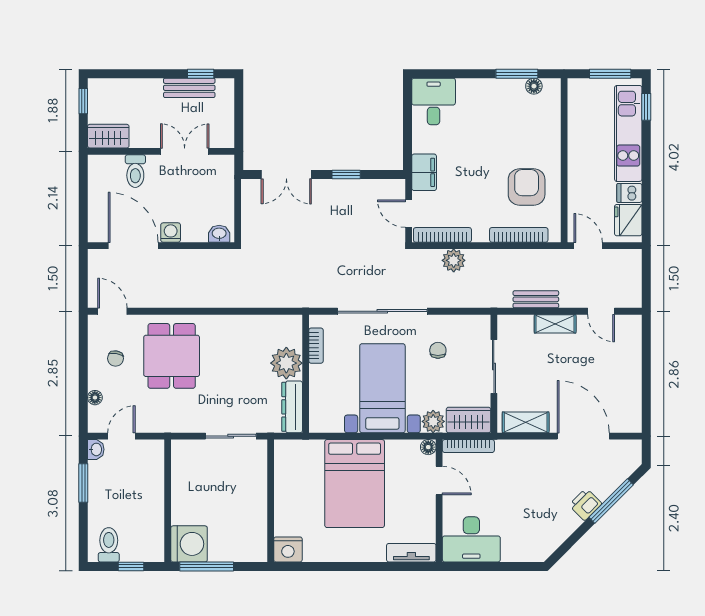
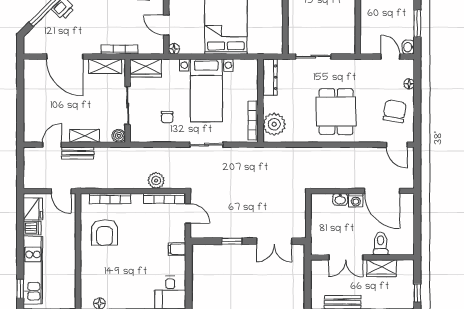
wardrobe: (108, 136) -> (382, 268), moved
filing cabinet: (424, 172) -> (177, 249), width x0.50
double door: (286, 174) -> (274, 241), swing flipped
washbasin: (219, 234) -> (340, 199), moved
bench: (536, 299) -> (78, 153), moved
sliding door: (382, 311) -> (206, 145), width x0.54
door: (601, 311) -> (52, 145), hinge flipped
boiler: (507, 324) -> (119, 136), added
bookcase: (316, 346) -> (253, 120), width x1.56
dining table: (172, 356) -> (336, 112), moved
chair: (116, 358) -> (395, 111), width x1.87, depth x1.87
plant: (286, 363) -> (274, 124), moved
plant: (433, 421) -> (170, 67), removed
door: (121, 436) -> (390, 57), swing flipped
bookcase: (468, 446) -> (119, 50), moved

